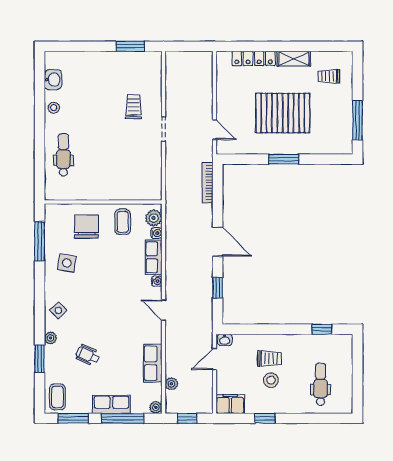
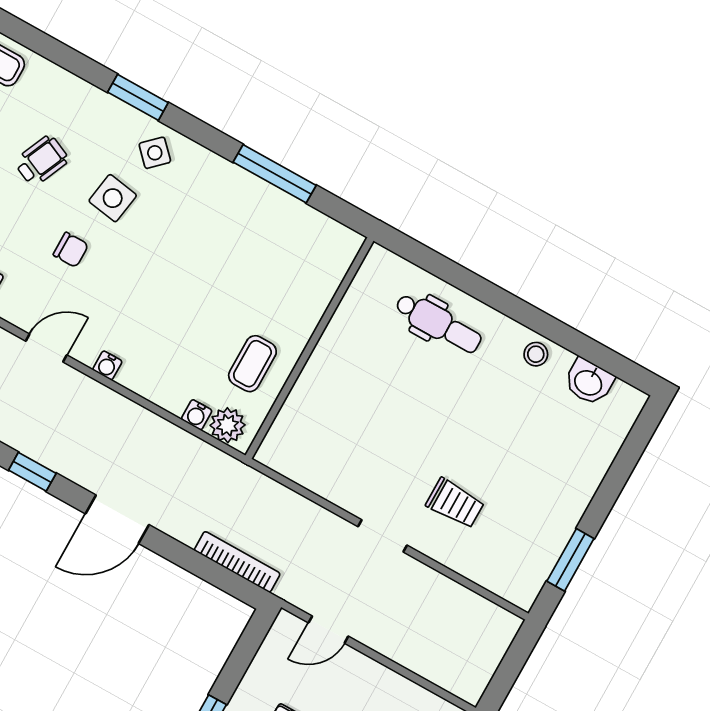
coffee table: (123, 222) -> (252, 364), turned 90
chair: (86, 227) -> (71, 250), moved, width x0.54, depth x0.54
window: (40, 241) -> (275, 174), moved
row of seats: (154, 257) -> (155, 385), removed
side table: (67, 263) -> (113, 198), moved
plant: (51, 338) -> (112, 110), removed
window: (40, 359) -> (138, 97), moved

